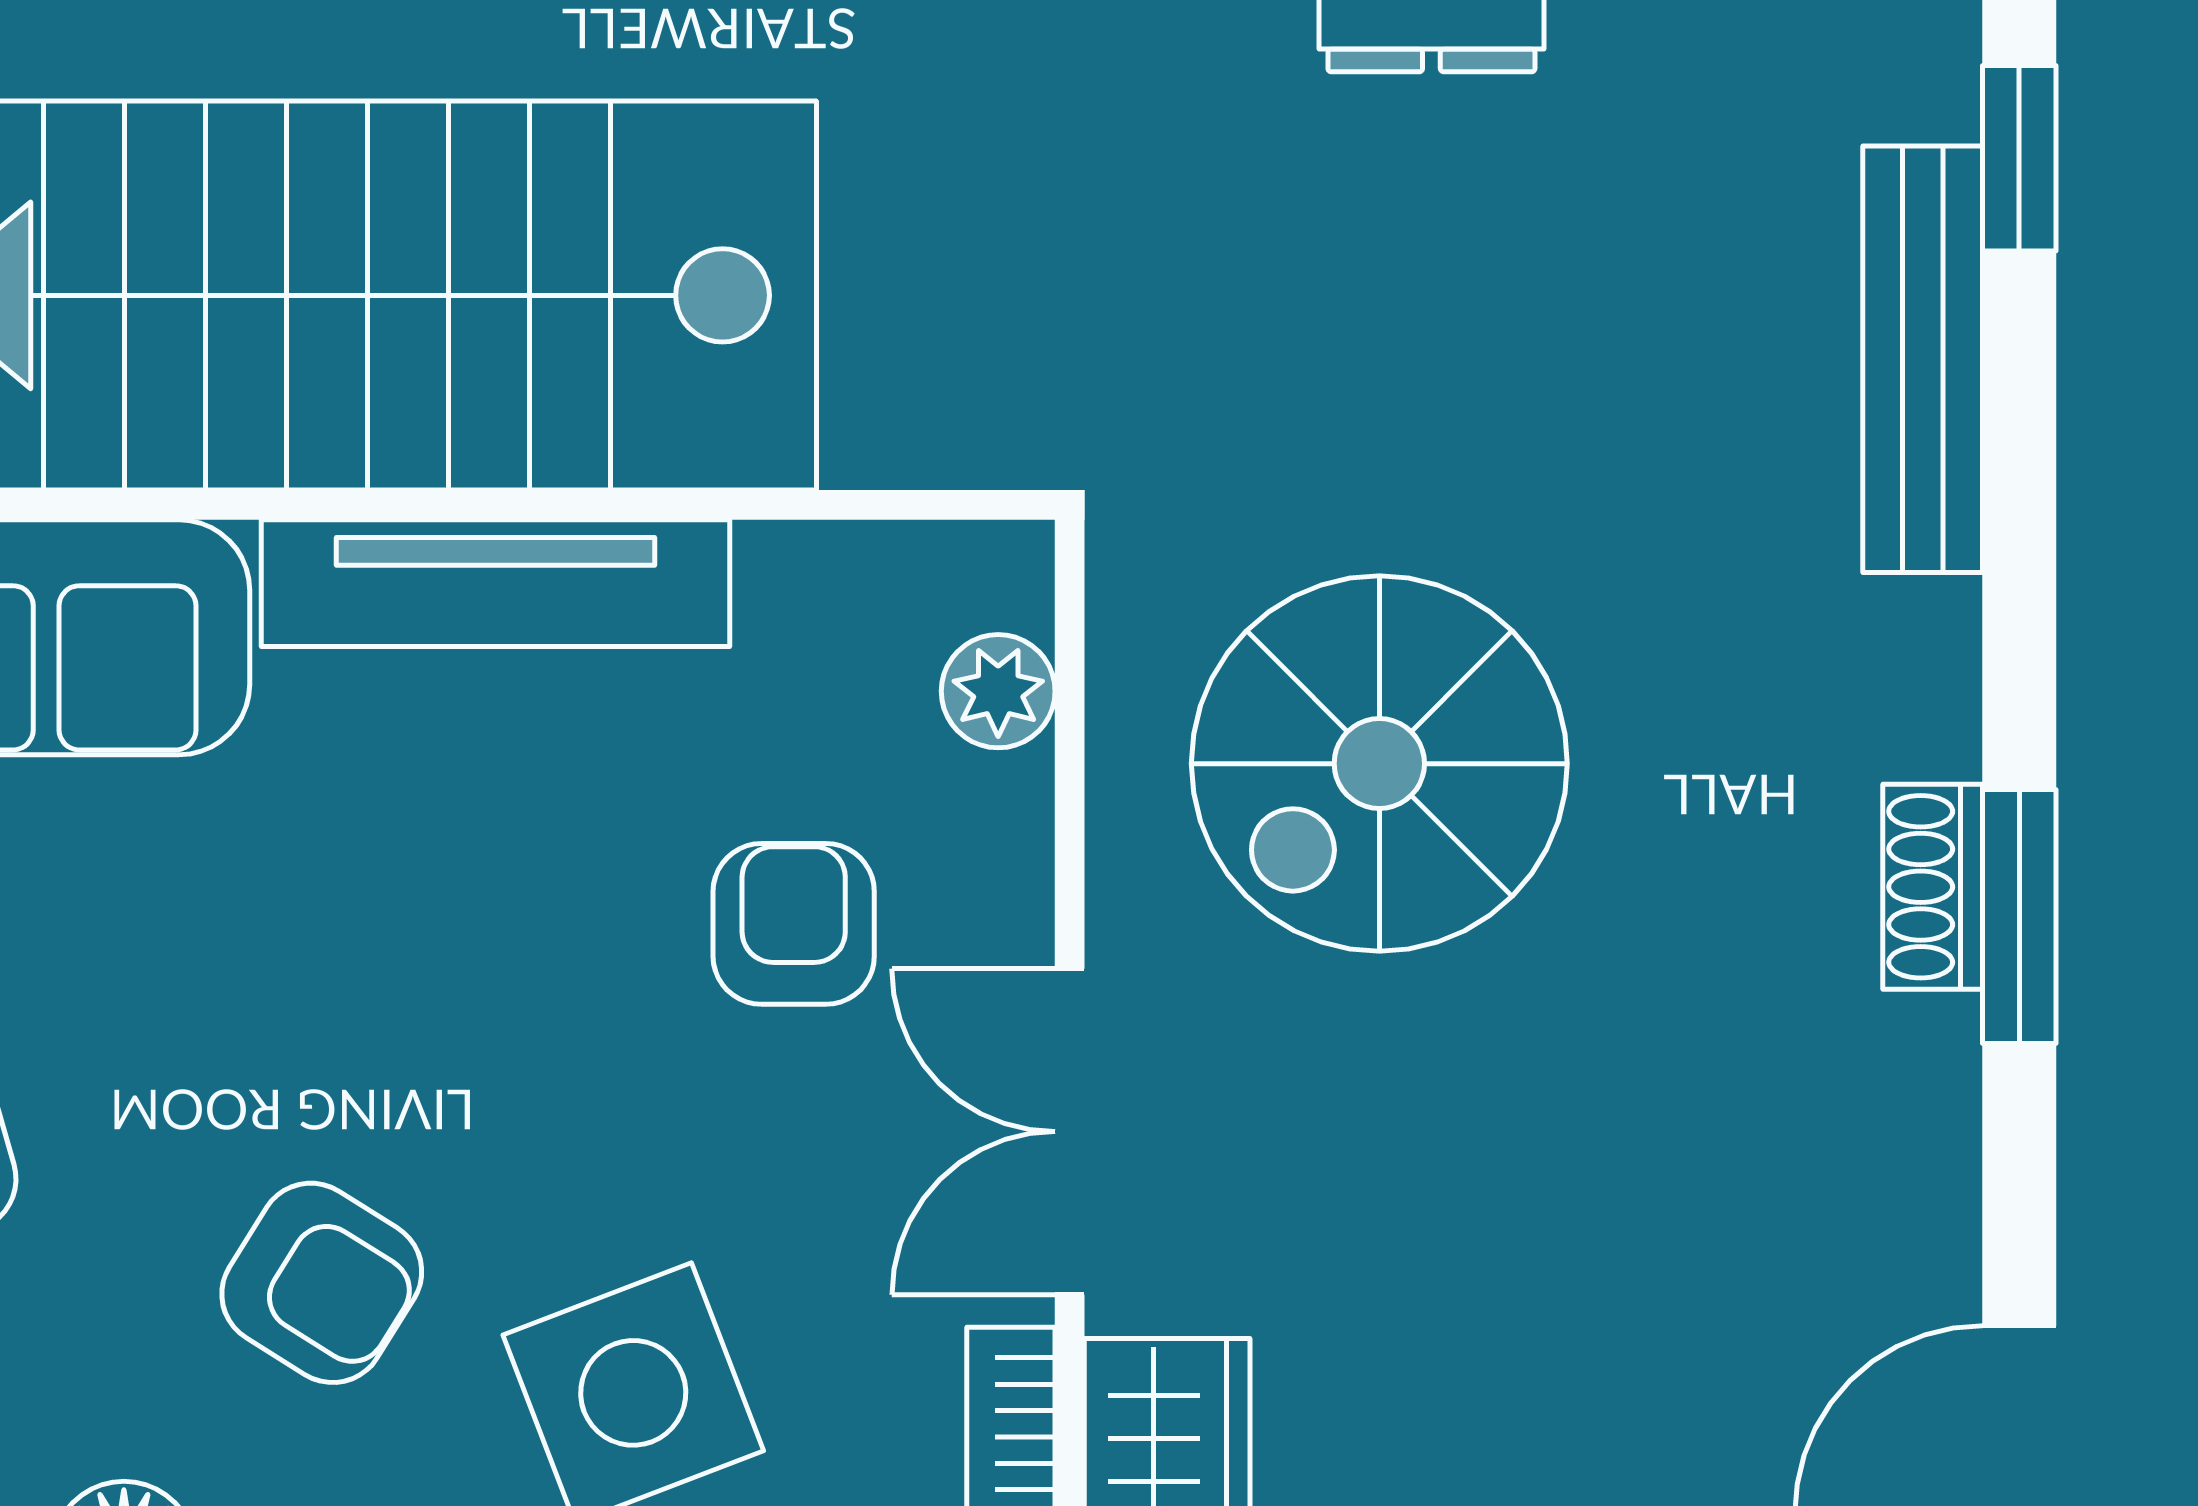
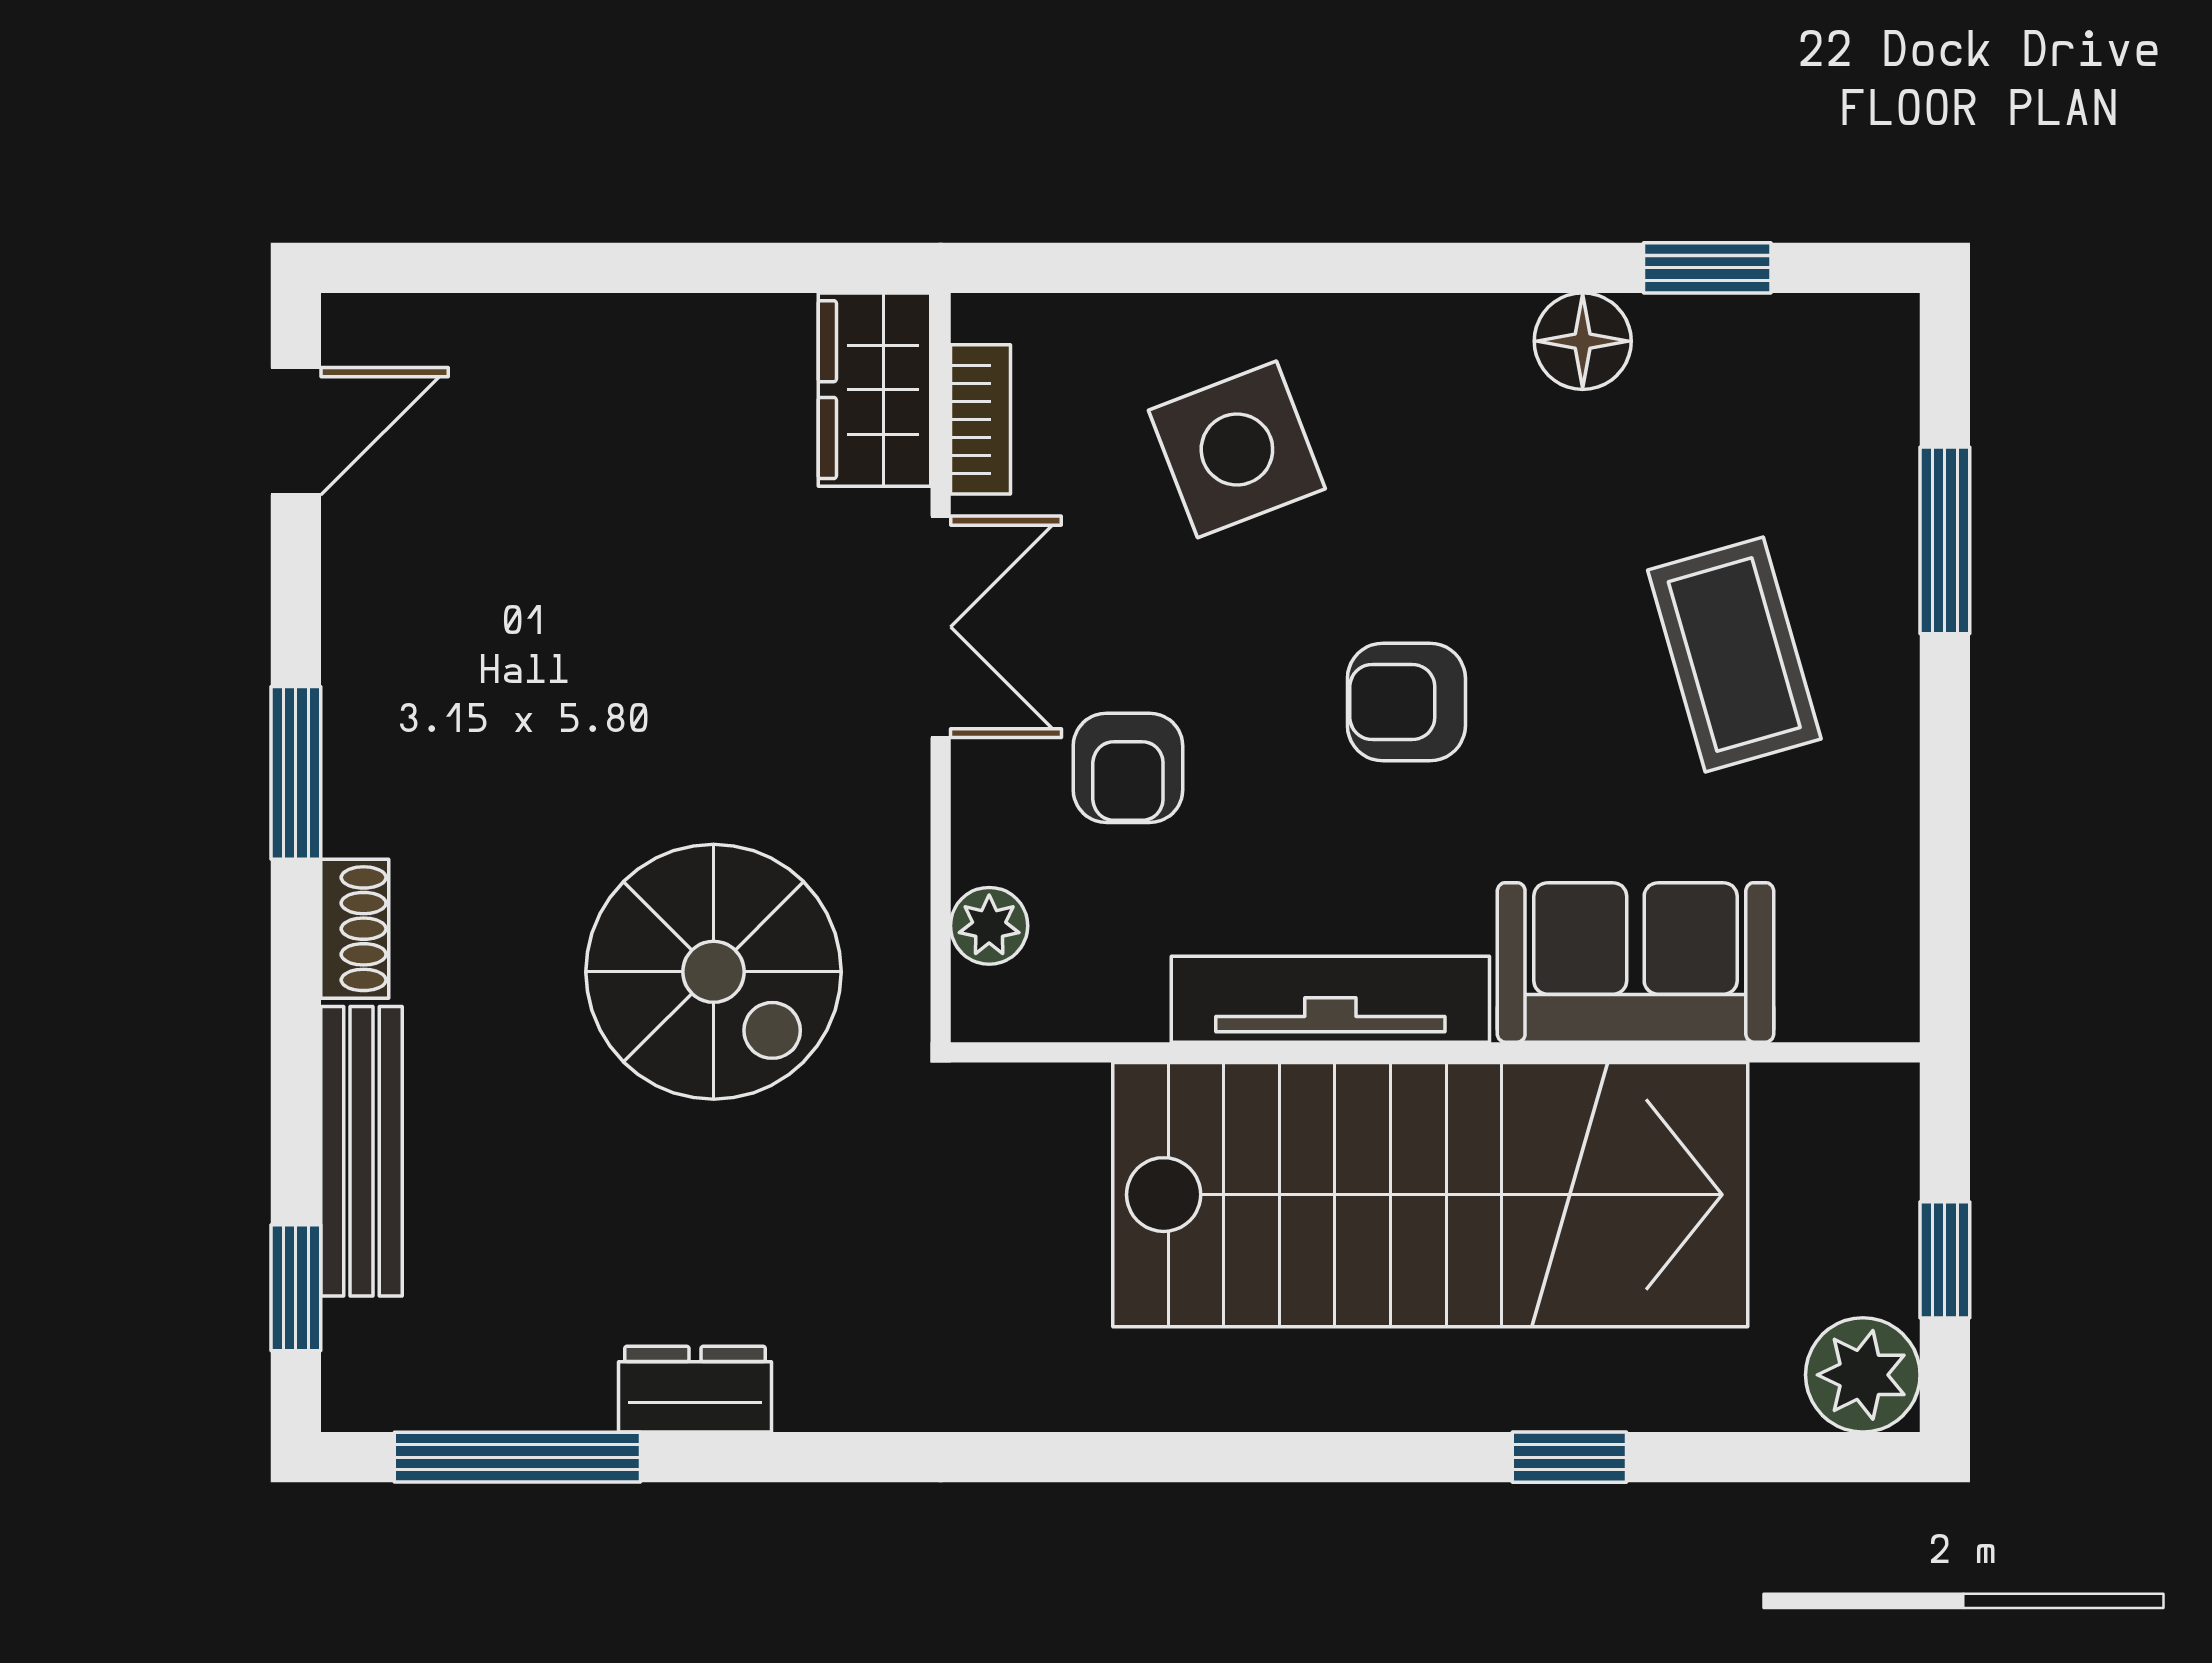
spiral stairs: (1379, 764) -> (714, 972), moved, turned 90
shoe rack: (1933, 887) -> (355, 929), moved
armchair: (322, 1283) -> (1406, 702), moved, turned -32

